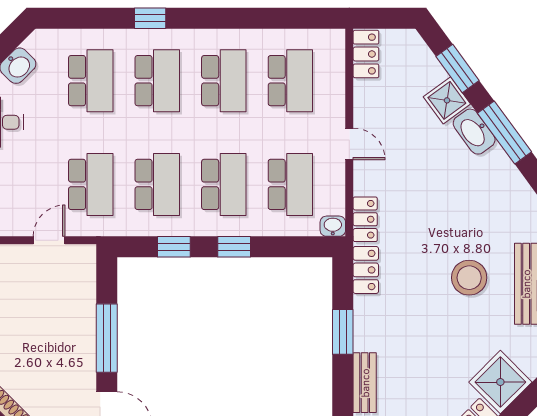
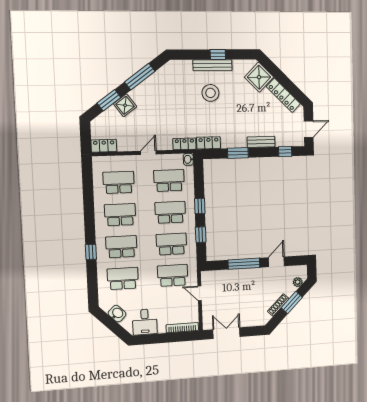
washbasin: (474, 132) -> (140, 92), removed

